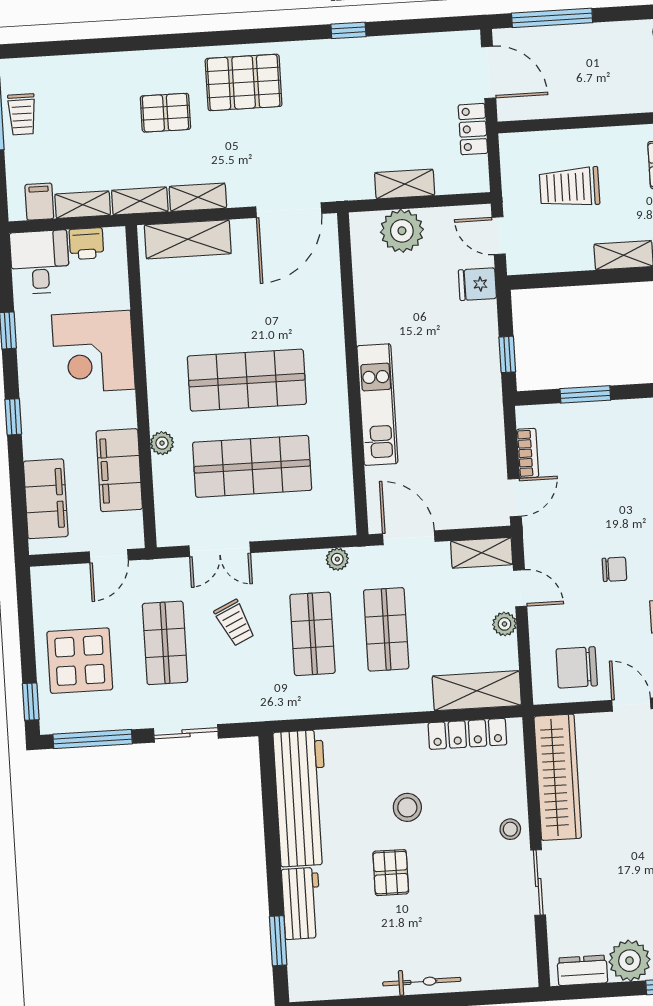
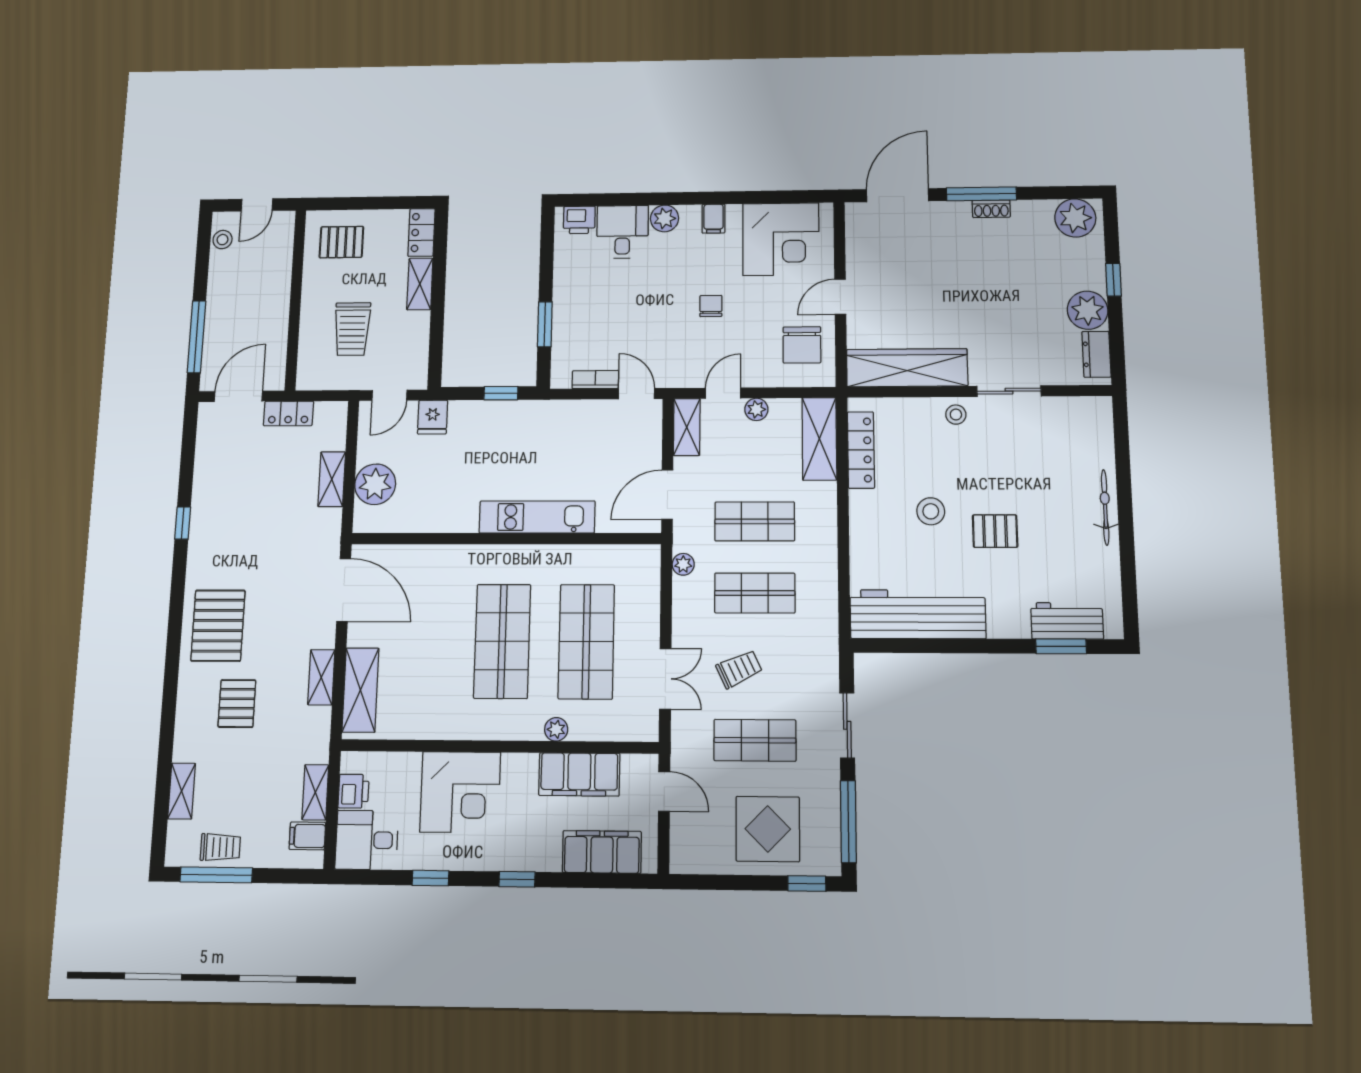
shelving: (140, 201) -> (182, 791), moved
workbench: (301, 903) -> (1067, 621), moved

